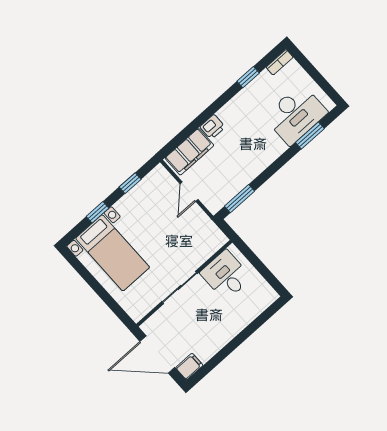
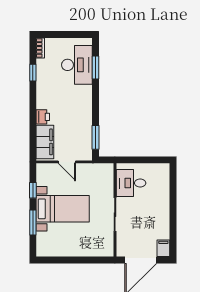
window: (98, 212) -> (33, 223), width x1.50
bed with nightstands: (113, 253) -> (63, 209), moved

